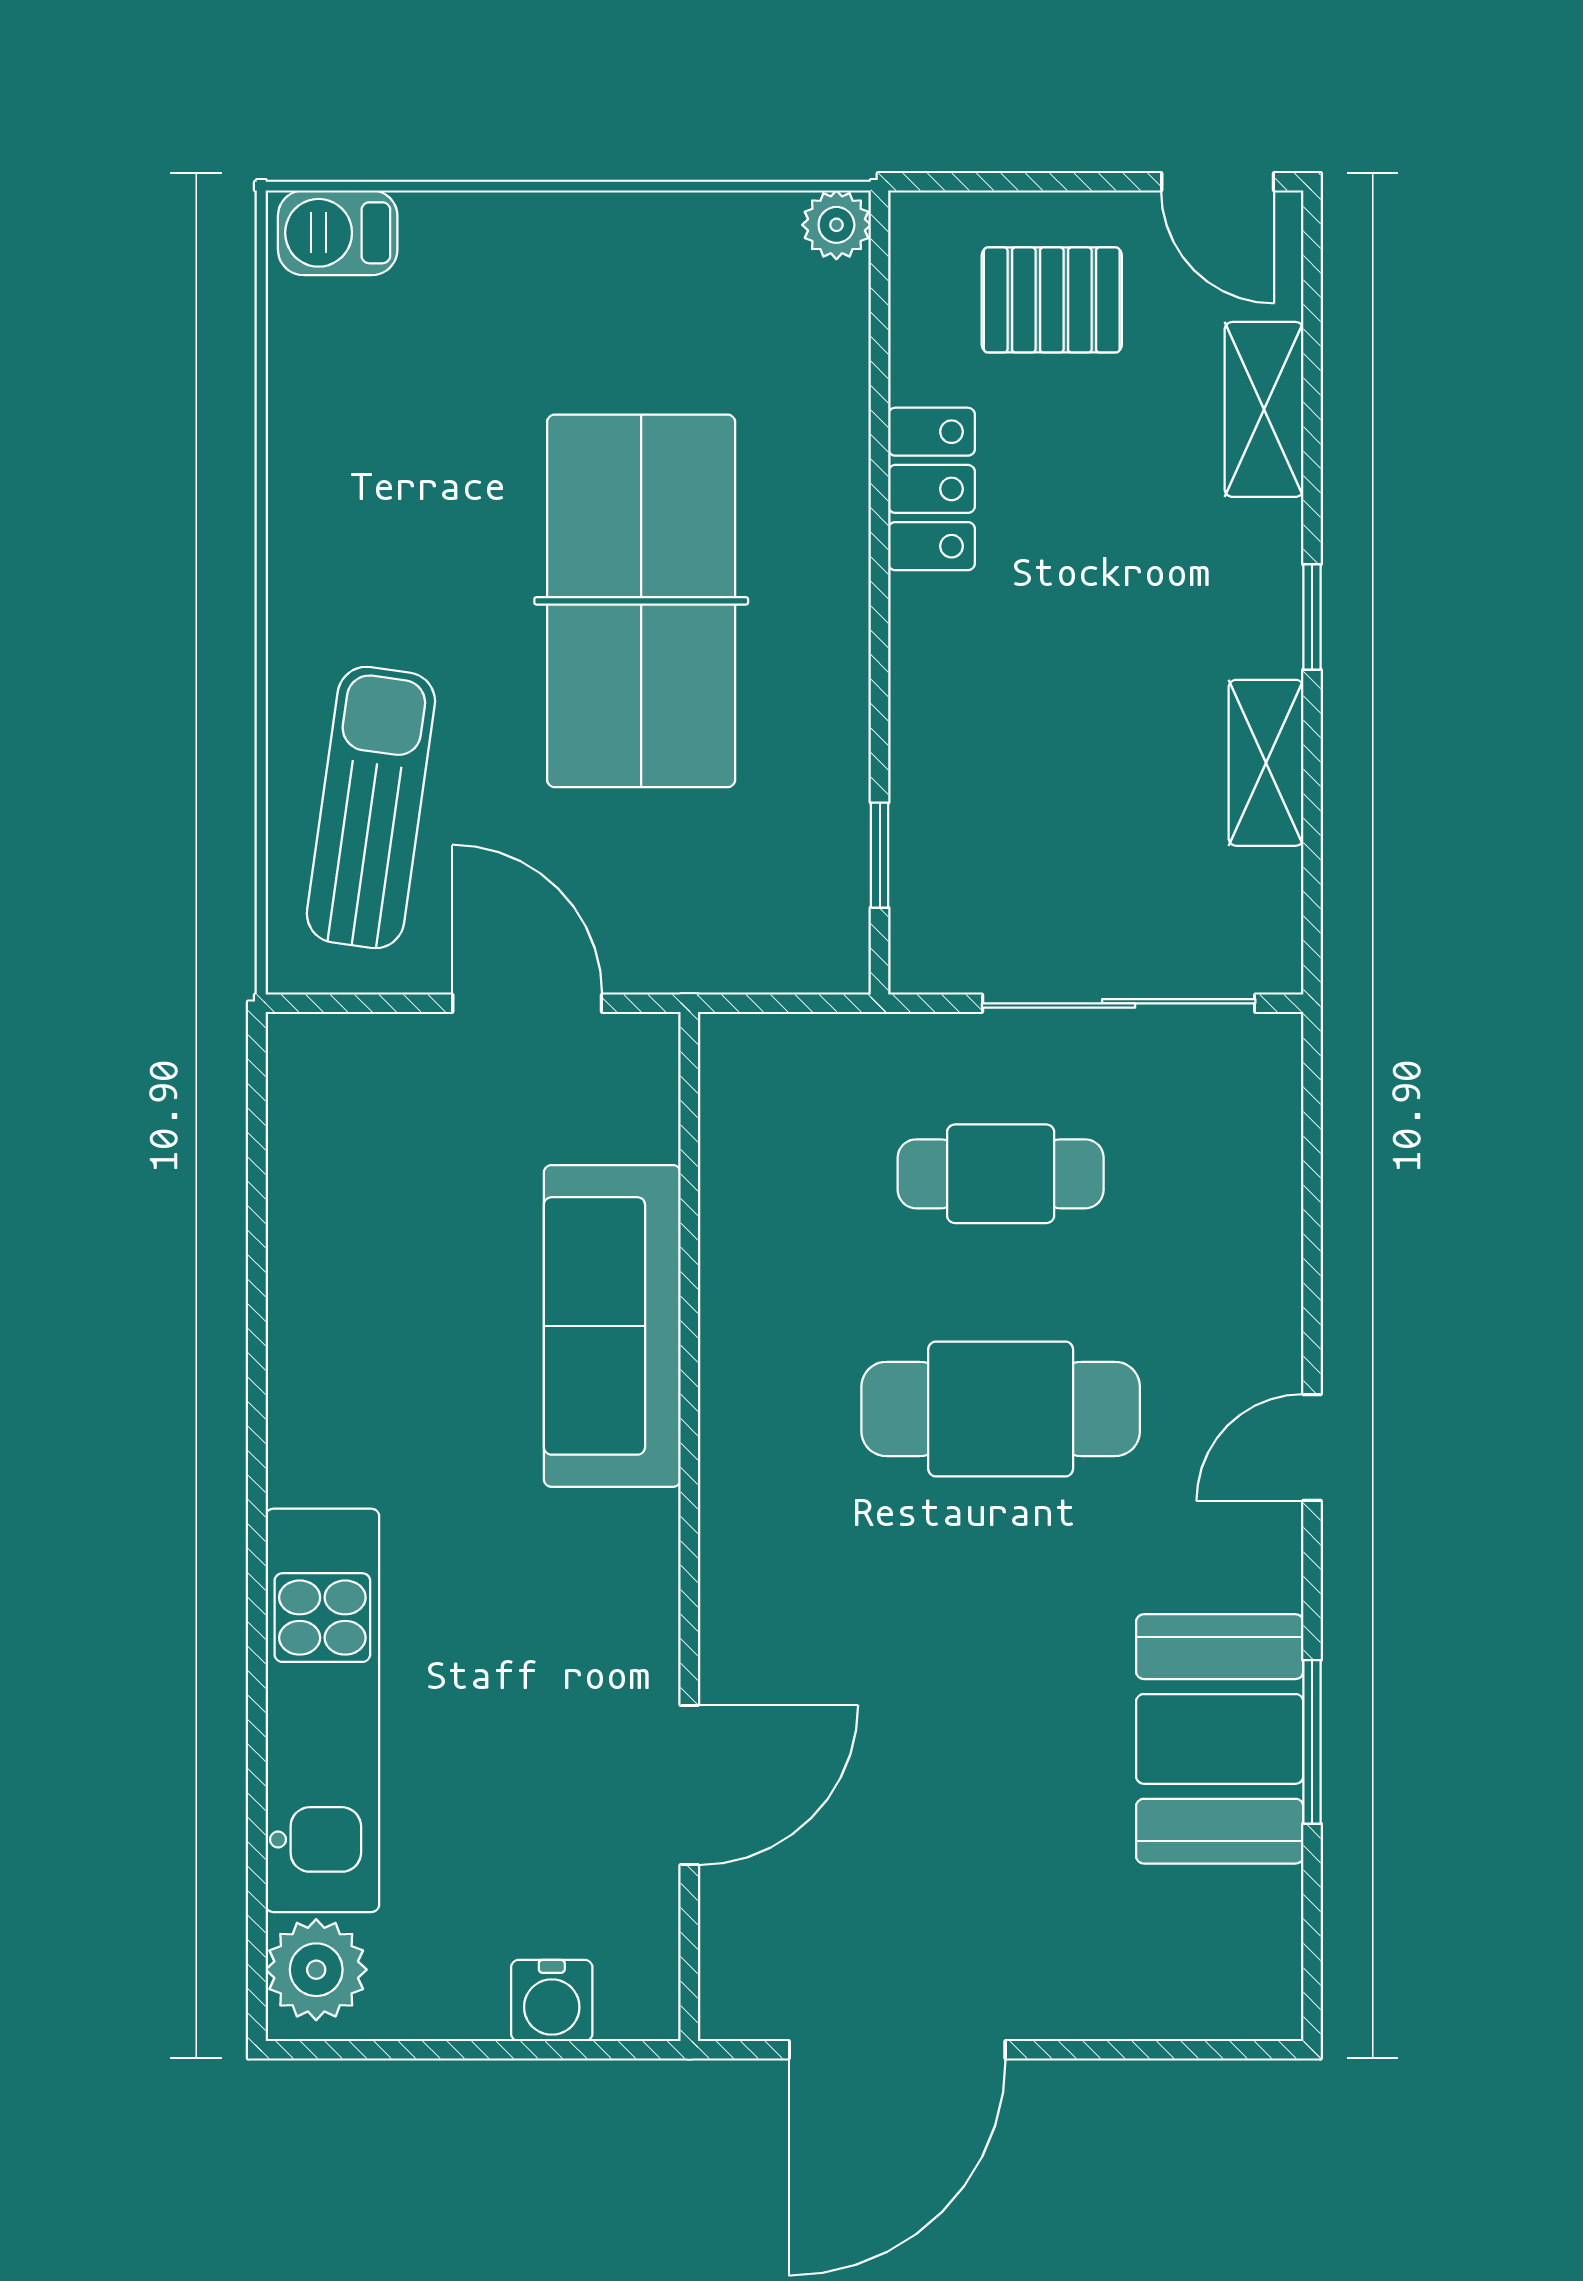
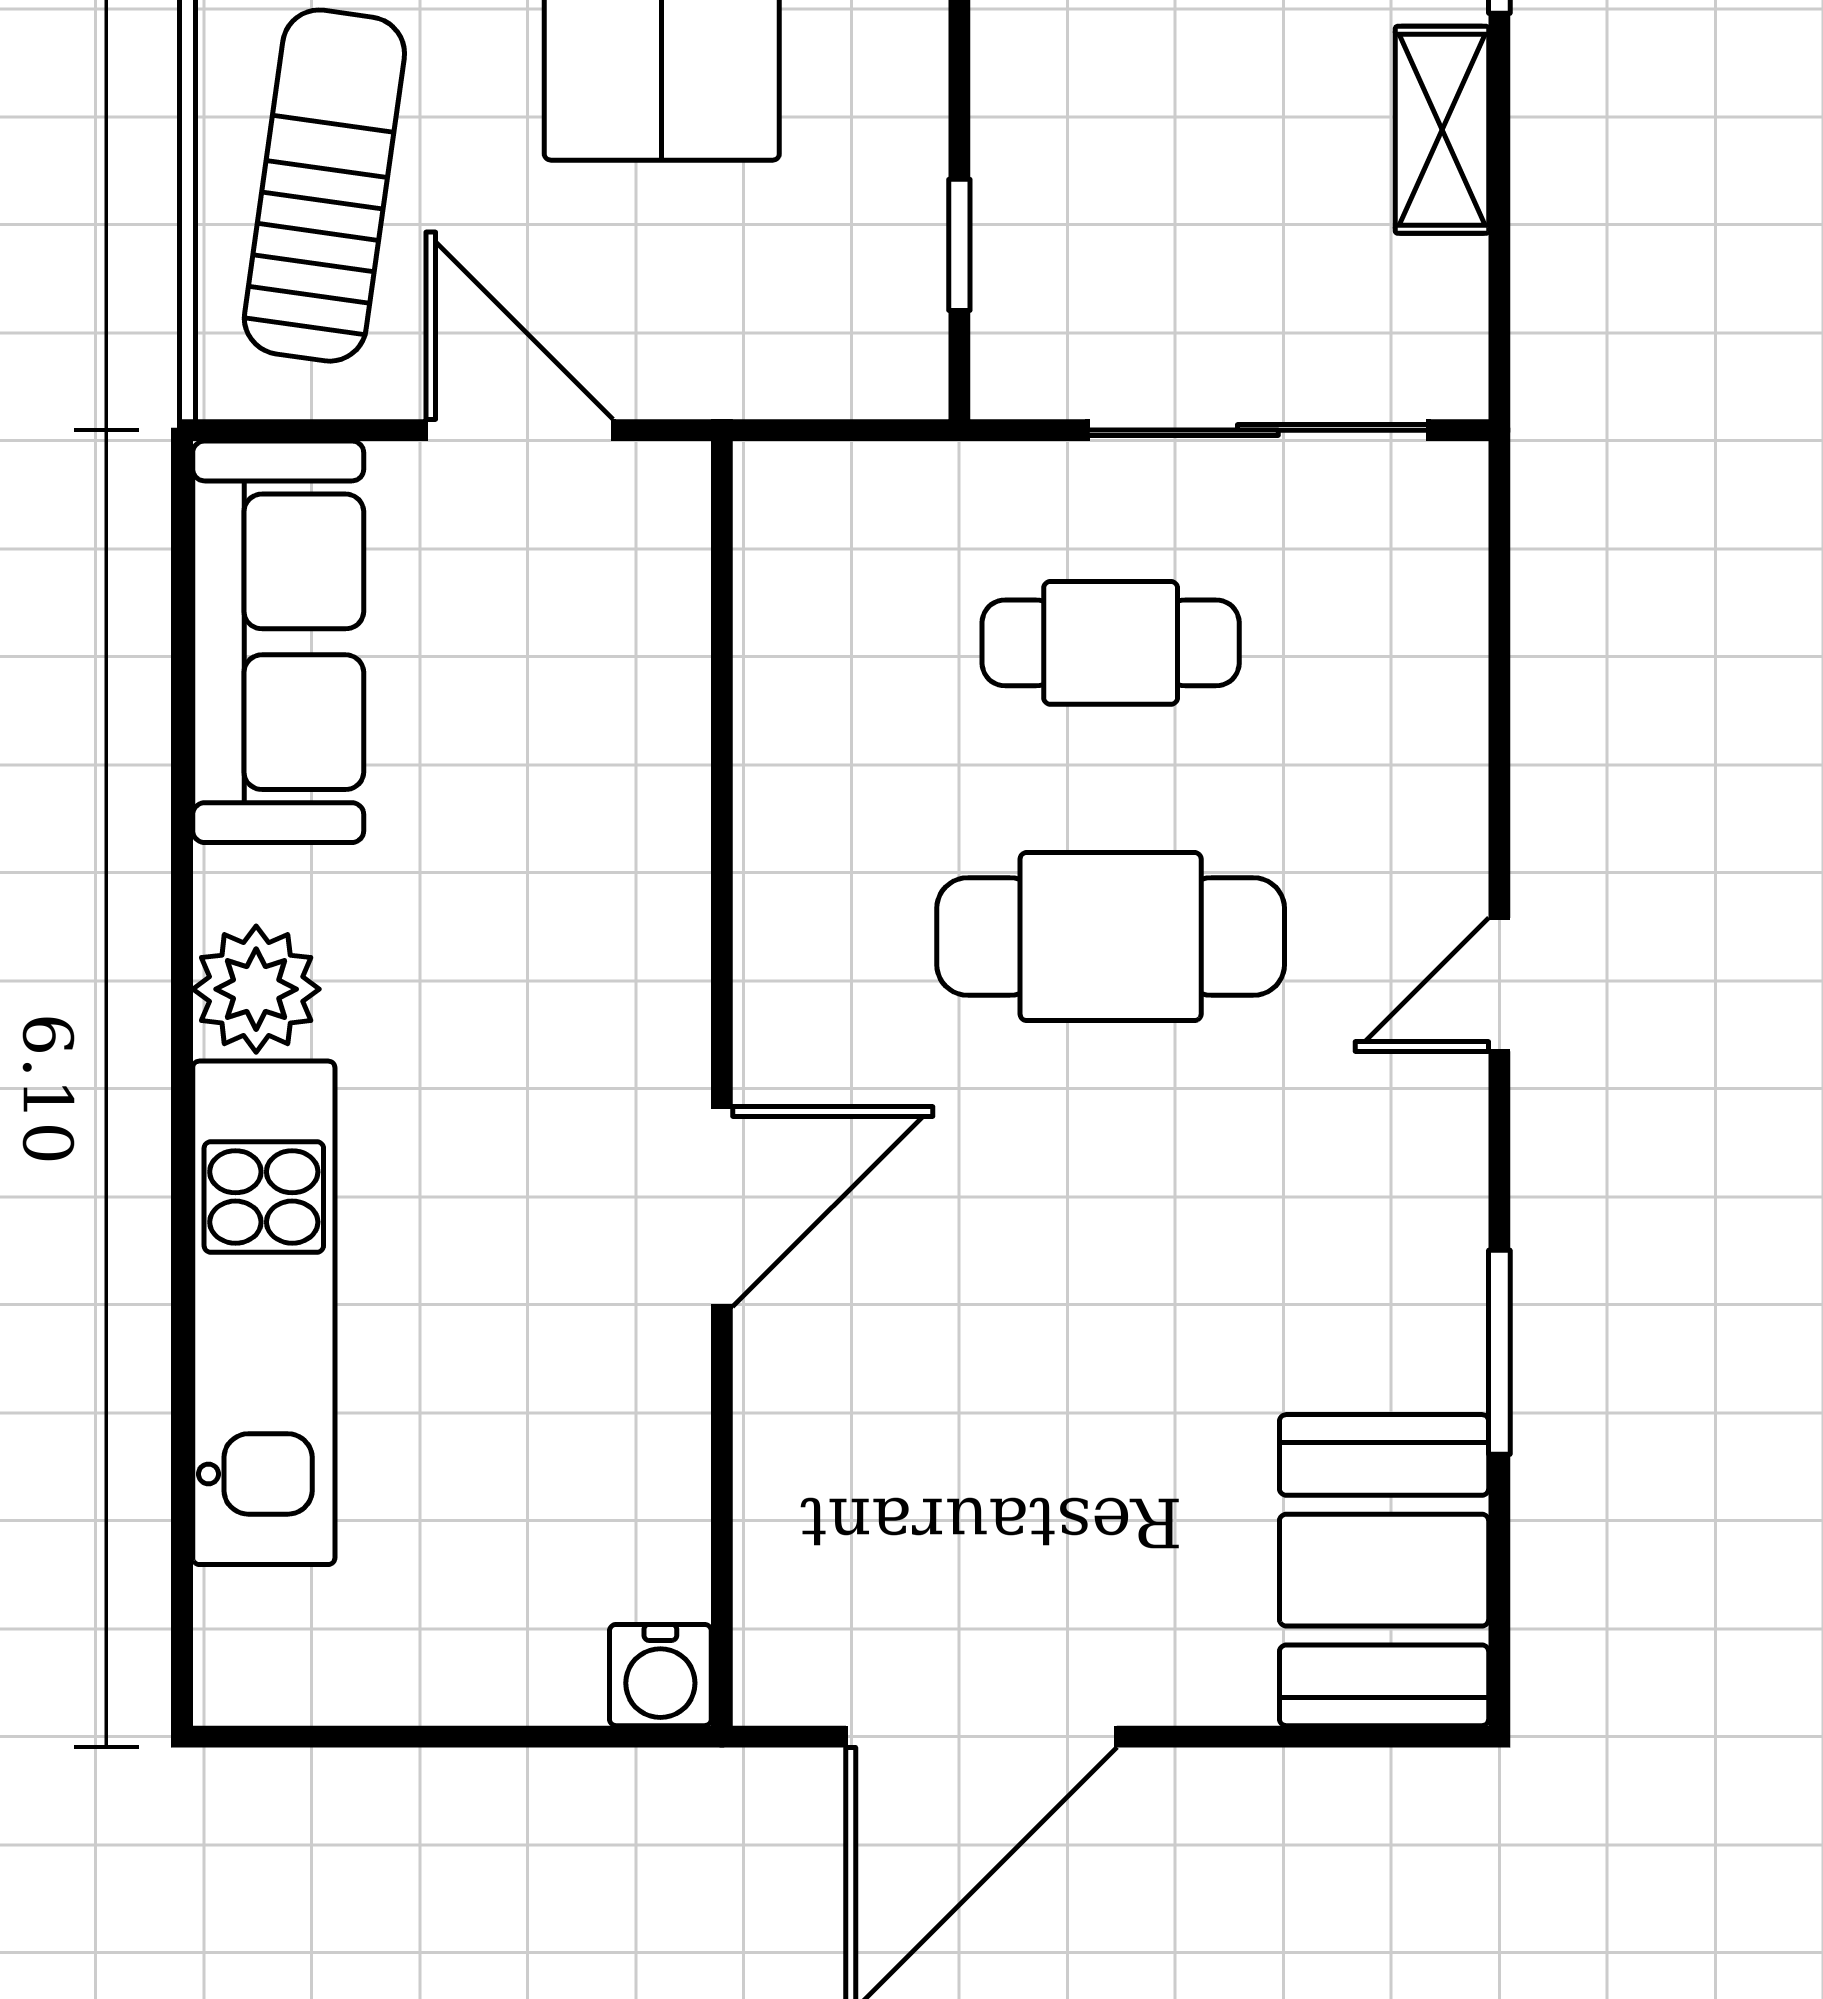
sofa: (612, 1326) -> (278, 642), moved, turned 180
booth: (1220, 1739) -> (1384, 1570), moved
door: (689, 1785) -> (722, 1207), moved
plant: (316, 1970) -> (256, 989), moved
water cooler: (552, 2001) -> (660, 1675), moved

